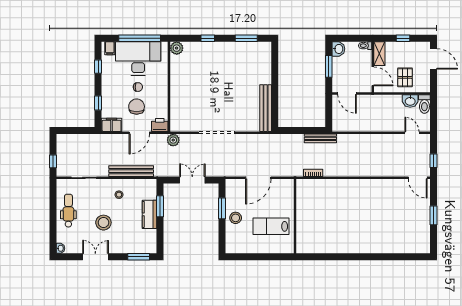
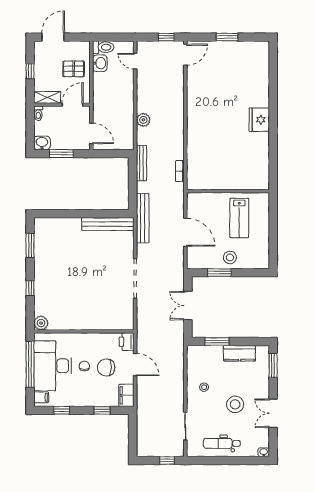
door: (347, 93) -> (91, 133), hinge flipped
door: (412, 133) -> (135, 61), hinge flipped
plant: (173, 140) -> (143, 120), moved
bench: (131, 171) -> (143, 218), moved
kitchen counter: (149, 214) -> (240, 353), moved
fridge: (359, 244) -> (259, 120), added

